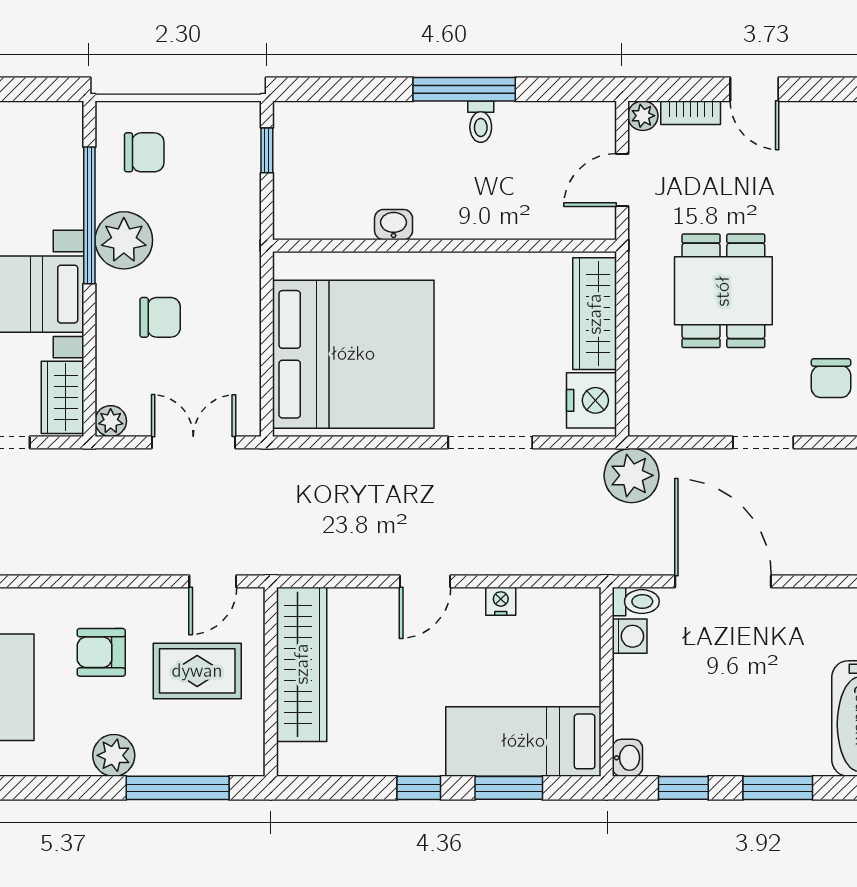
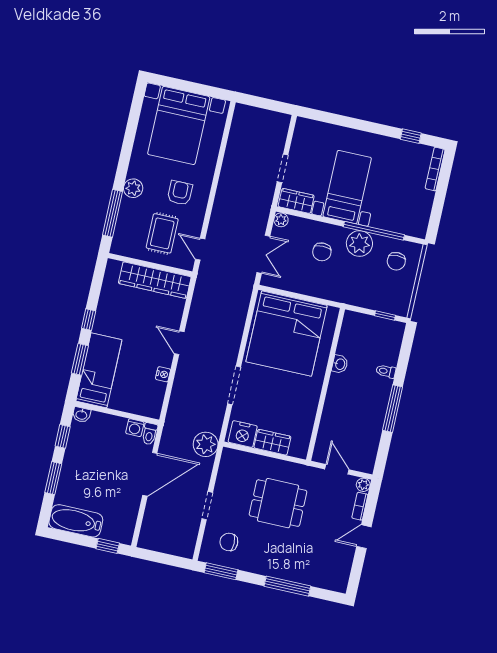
toilet: (481, 122) -> (386, 371), moved
wardrobe: (595, 314) -> (272, 442), width x0.67

